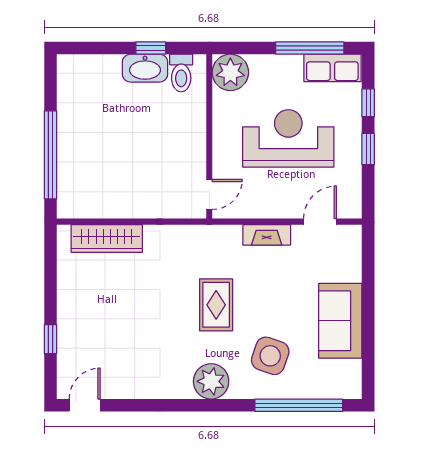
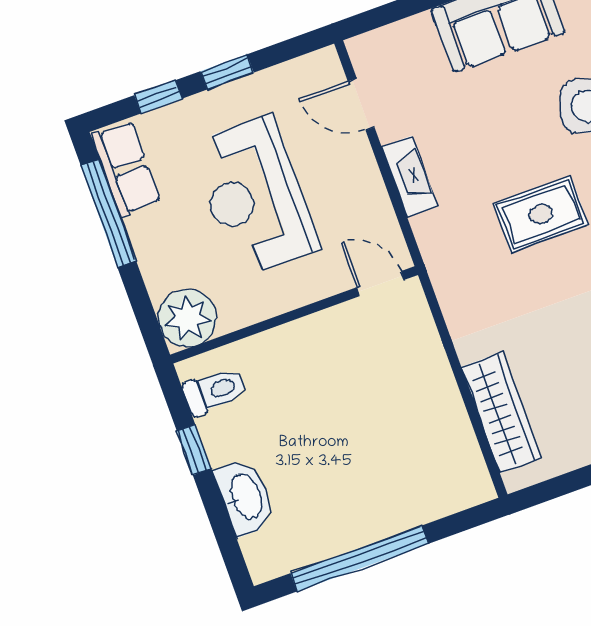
washbasin: (145, 68) -> (245, 497), moved
window: (50, 155) -> (359, 558), moved

